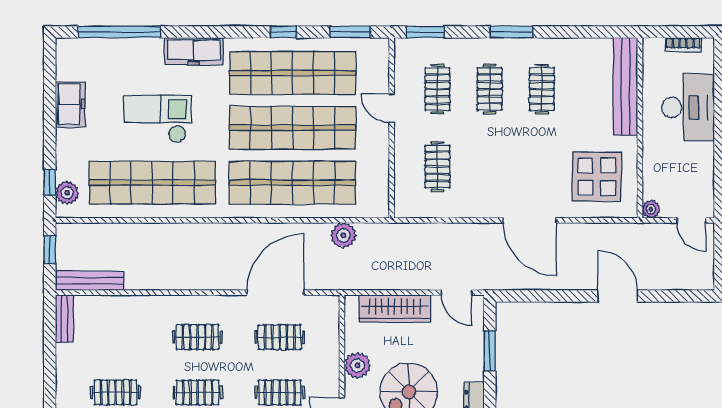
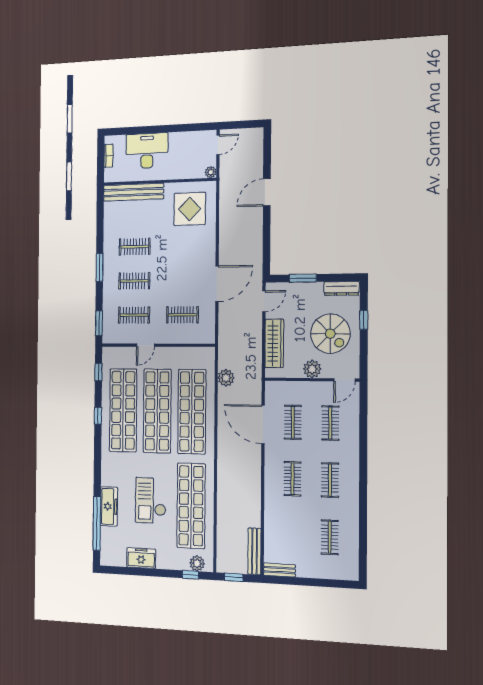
window: (350, 32) -> (98, 372), width x0.67
freezer: (194, 51) -> (109, 506), moved
door: (530, 220) -> (217, 284), moved

